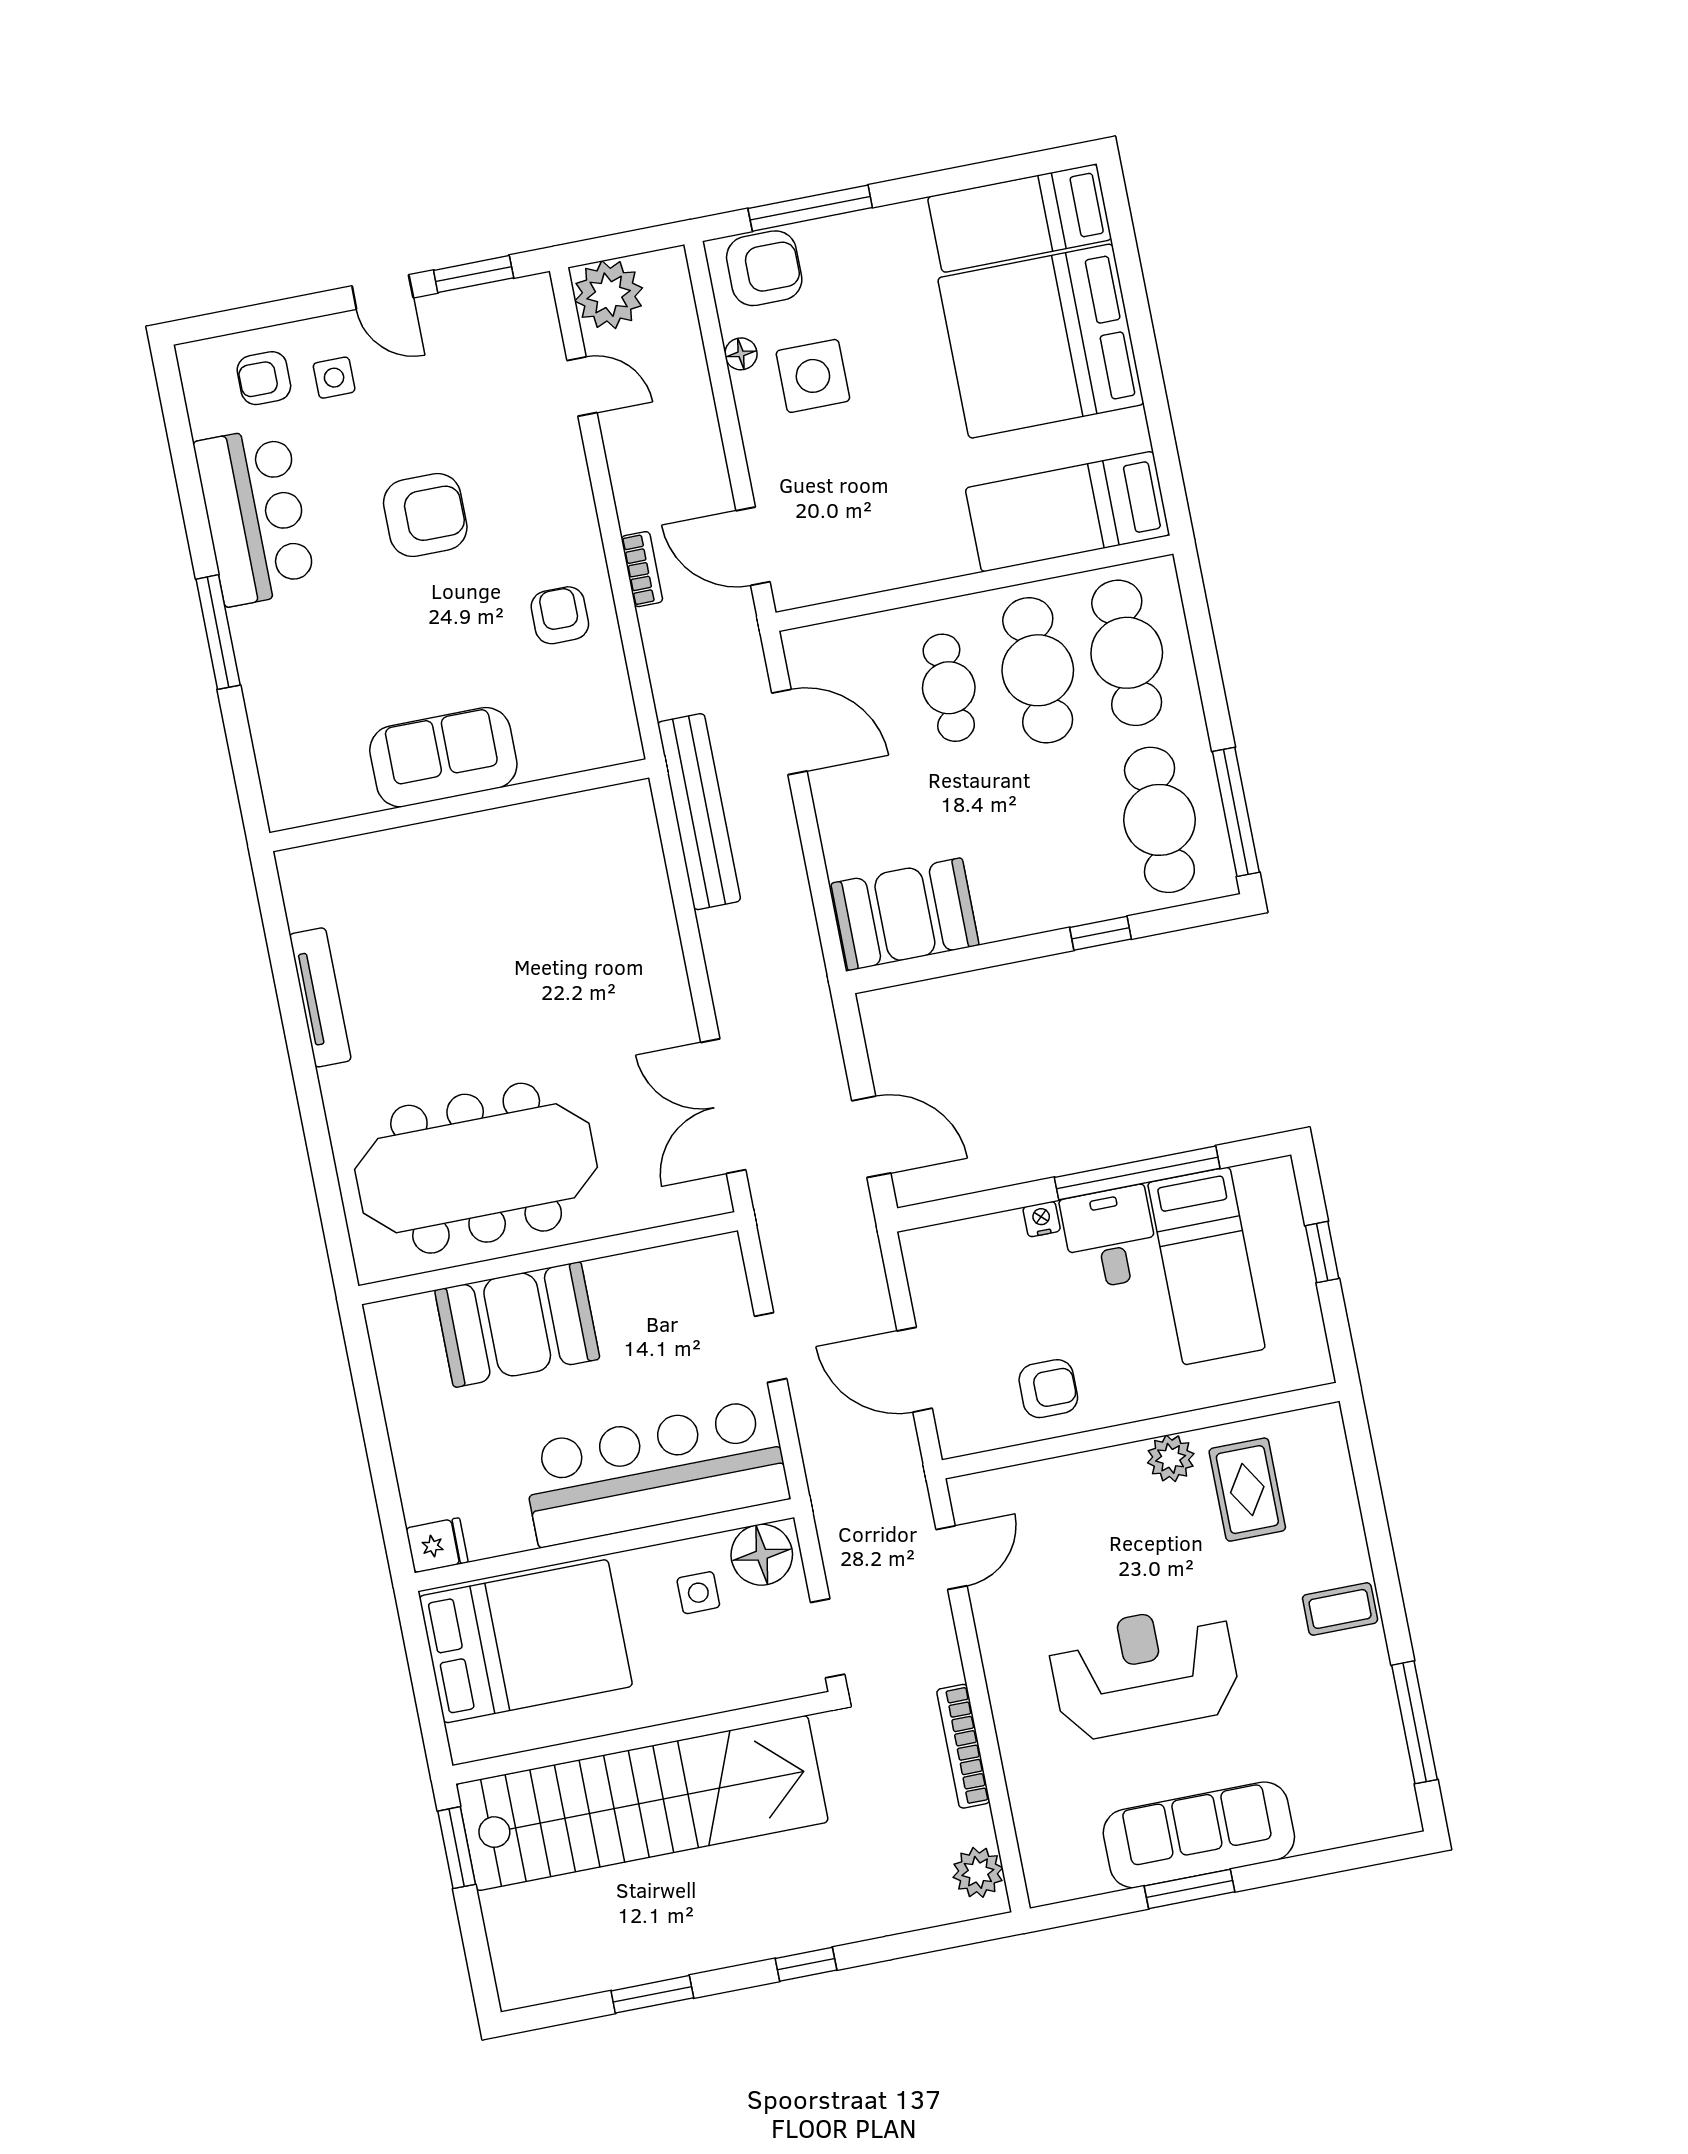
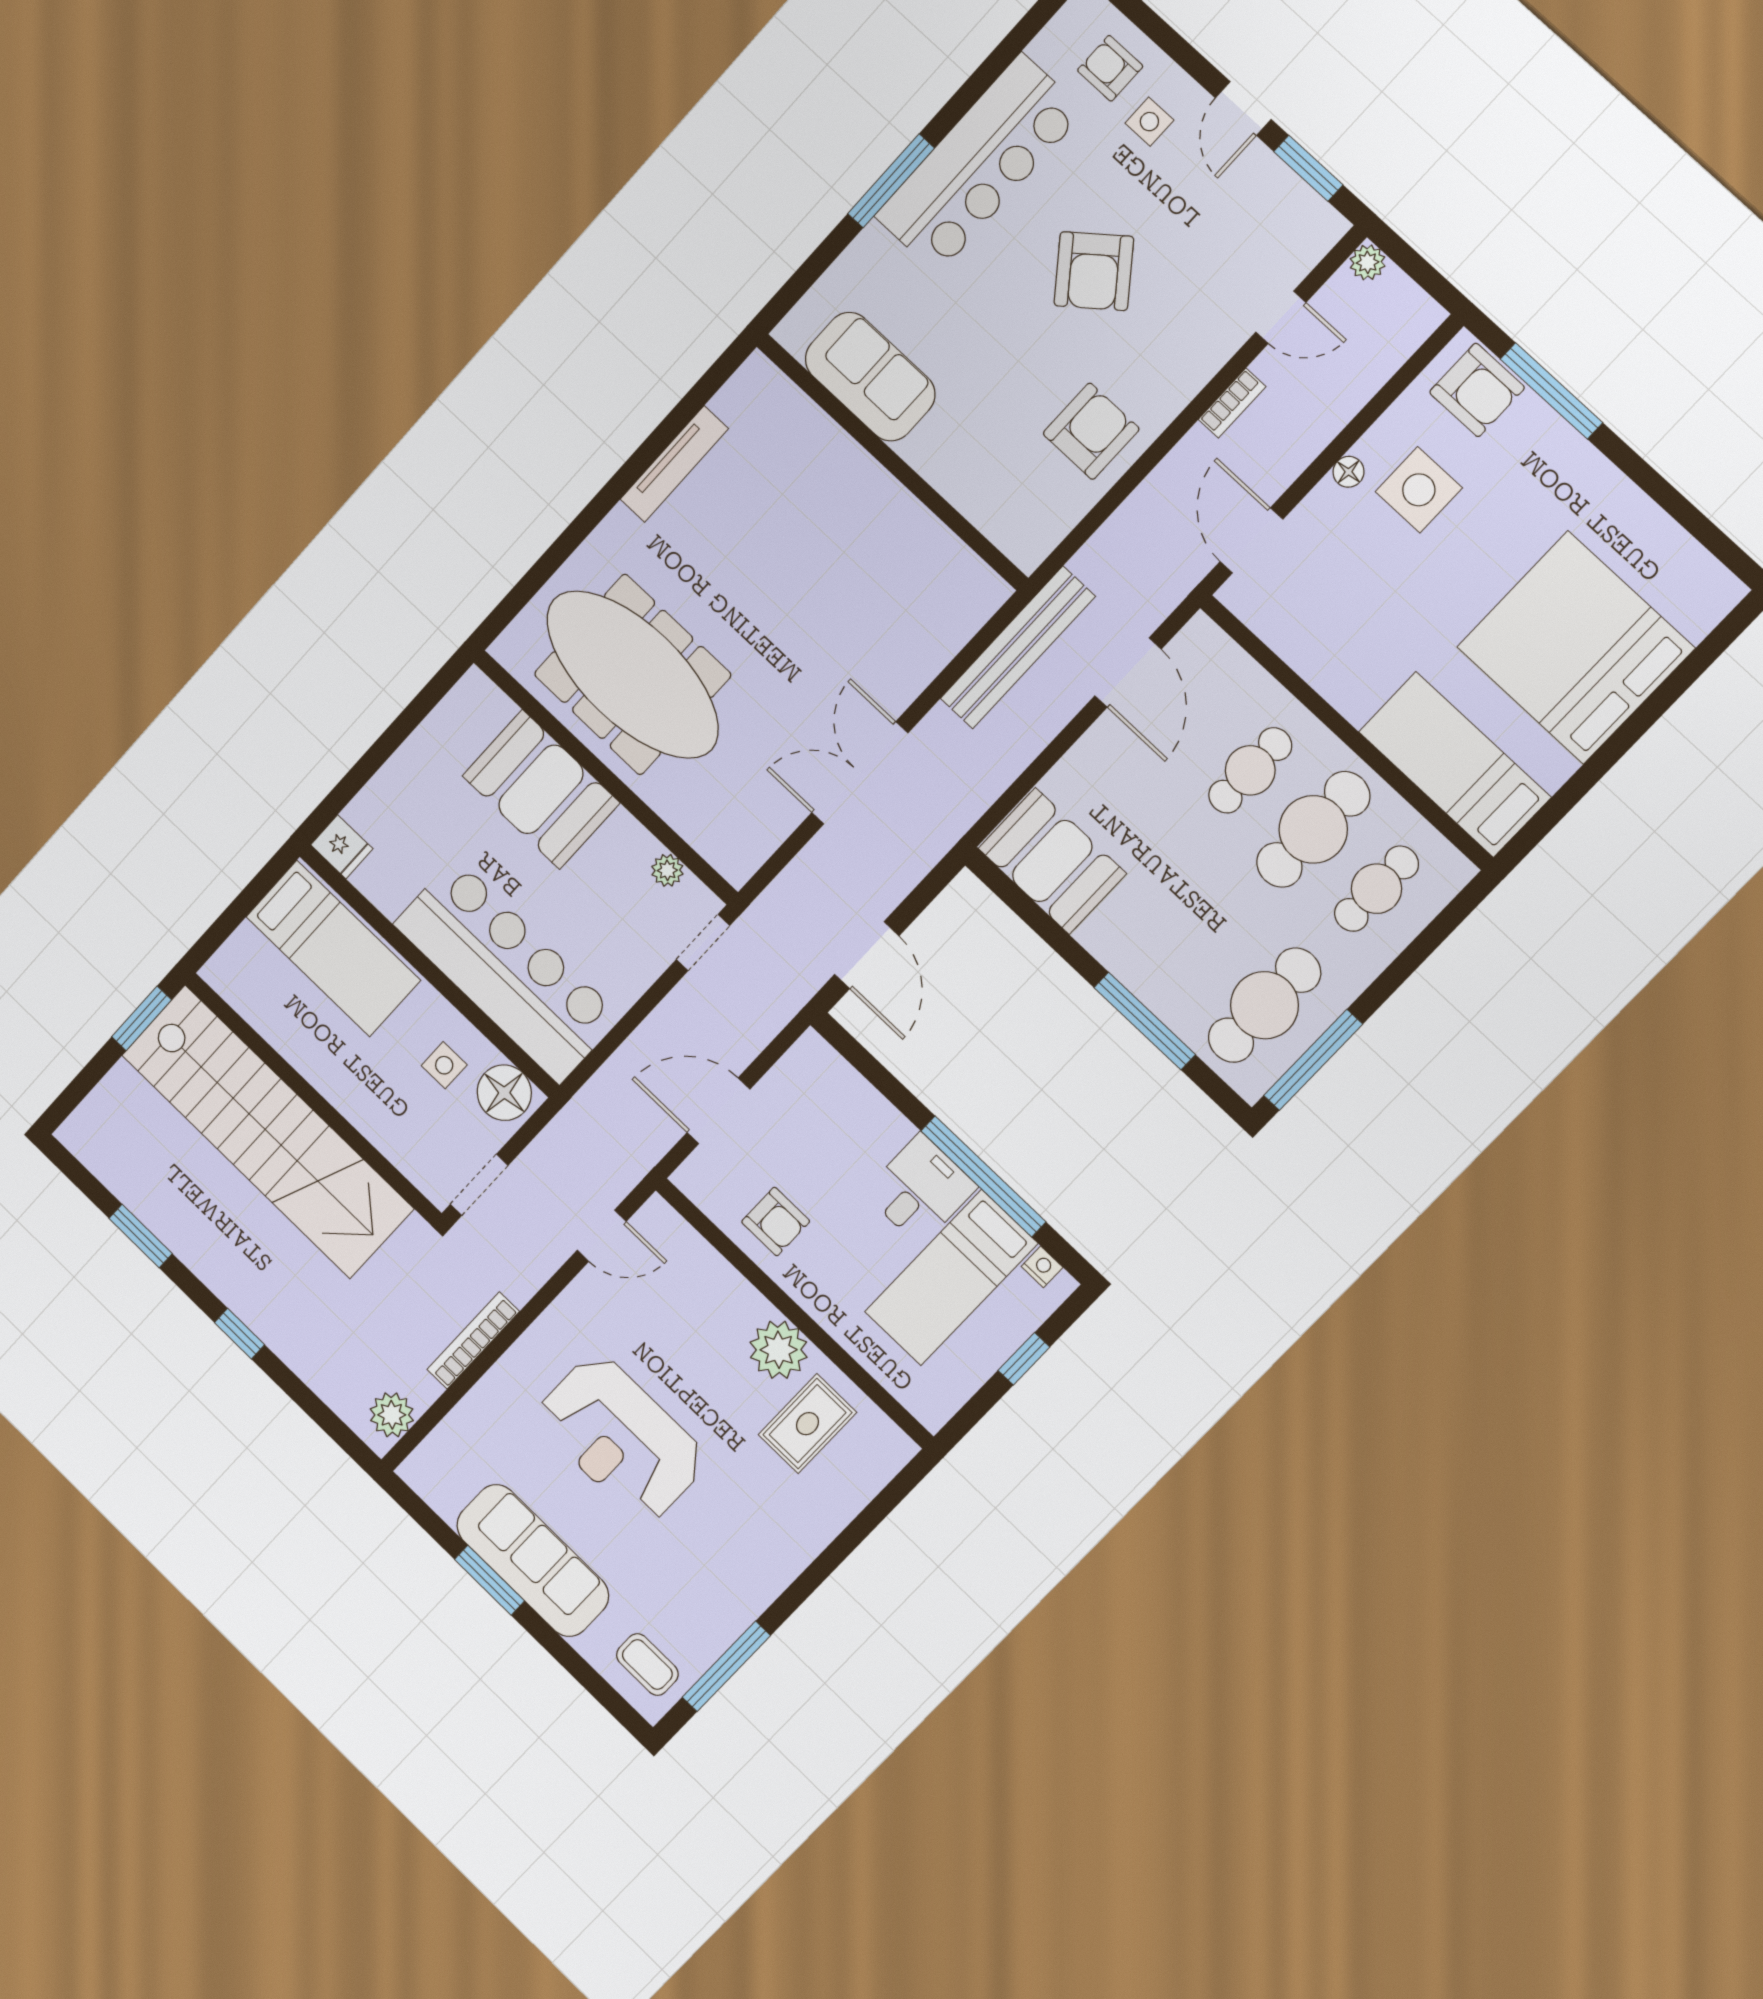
bed: (1020, 218) -> (1663, 561), removed
plant: (609, 295) -> (1368, 262), width x0.53, depth x0.53
floor lamp: (741, 354) -> (1348, 472), moved
door: (582, 387) -> (1281, 317), hinge flipped
armchair: (425, 515) -> (1094, 271), turned 52
bar counter: (255, 516) -> (979, 164), width x1.36
bookcase: (642, 569) -> (1232, 403), moved
armchair: (560, 615) -> (1091, 431), width x1.38, depth x1.38
cafe table: (1127, 653) -> (1376, 889), width x0.73, depth x0.74
sofa: (443, 757) -> (870, 377), moved
window: (1100, 933) -> (1145, 1021), width x2.17
double door: (723, 1106) -> (860, 773), moved
nightstand: (1042, 1219) -> (1042, 1267), moved
plant: (670, 1262) -> (667, 870), added
doorway: (771, 1347) -> (703, 943), moved
door: (915, 1370) -> (718, 1111), hinge flipped
plant: (1171, 1458) -> (779, 1350), width x1.36, depth x1.36
coffee table: (1340, 1609) -> (647, 1664), moved
bed: (526, 1641) -> (333, 949), width x0.67
reception desk: (1144, 1672) -> (621, 1438), turned 180

